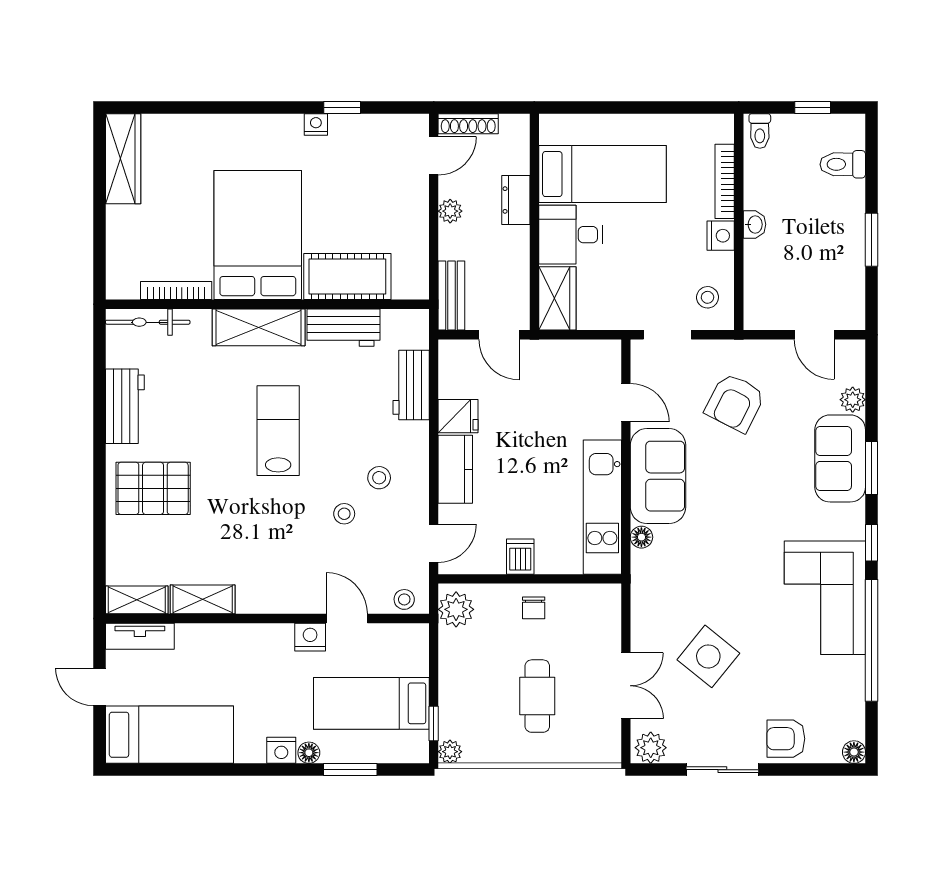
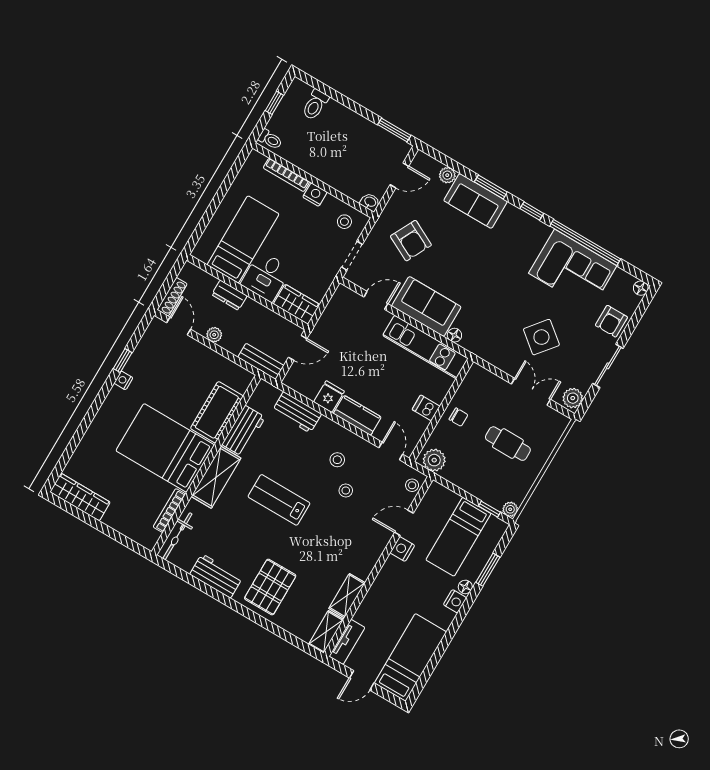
washbasin: (754, 224) -> (370, 202), moved
window: (872, 240) -> (394, 130), moved
corner sofa: (825, 598) -> (573, 270), moved

